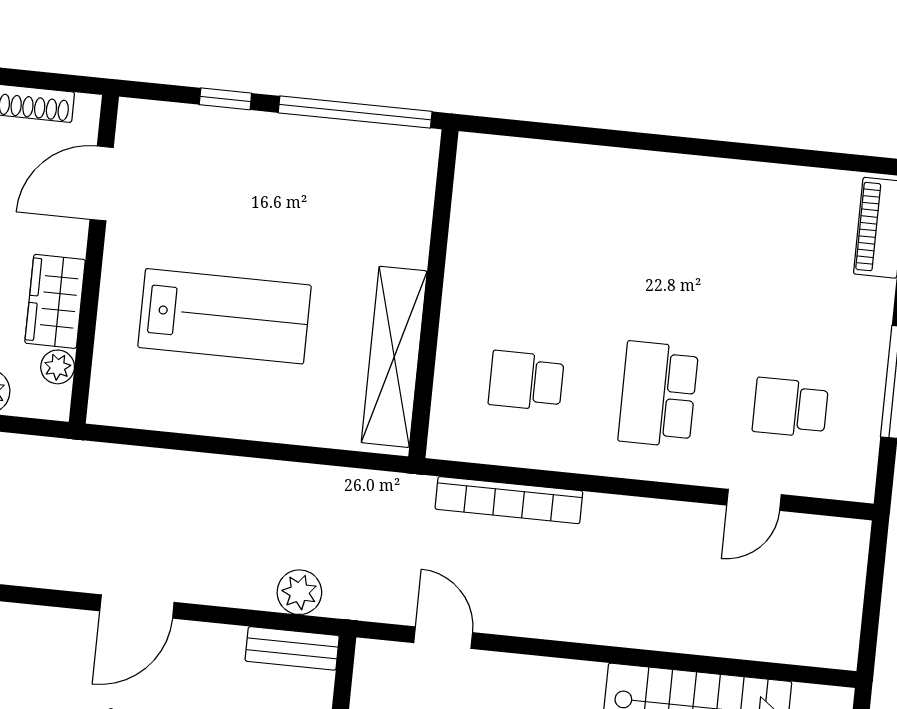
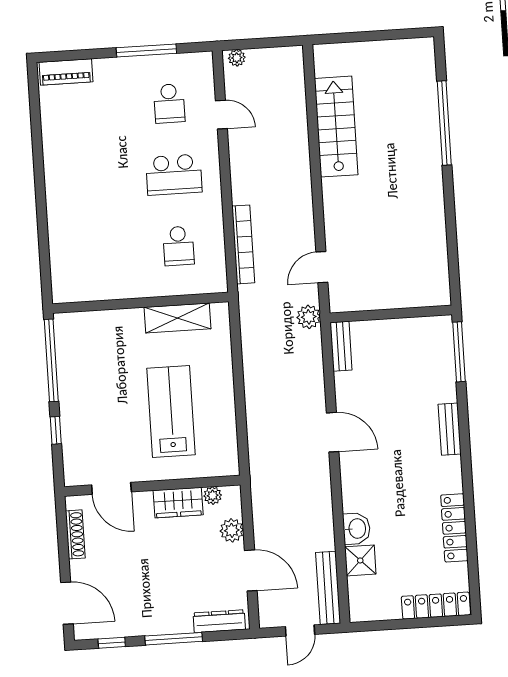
shelving: (394, 357) -> (177, 318), width x0.68
plant: (853, 546) -> (237, 58), added
plant: (299, 592) -> (309, 317), moved

